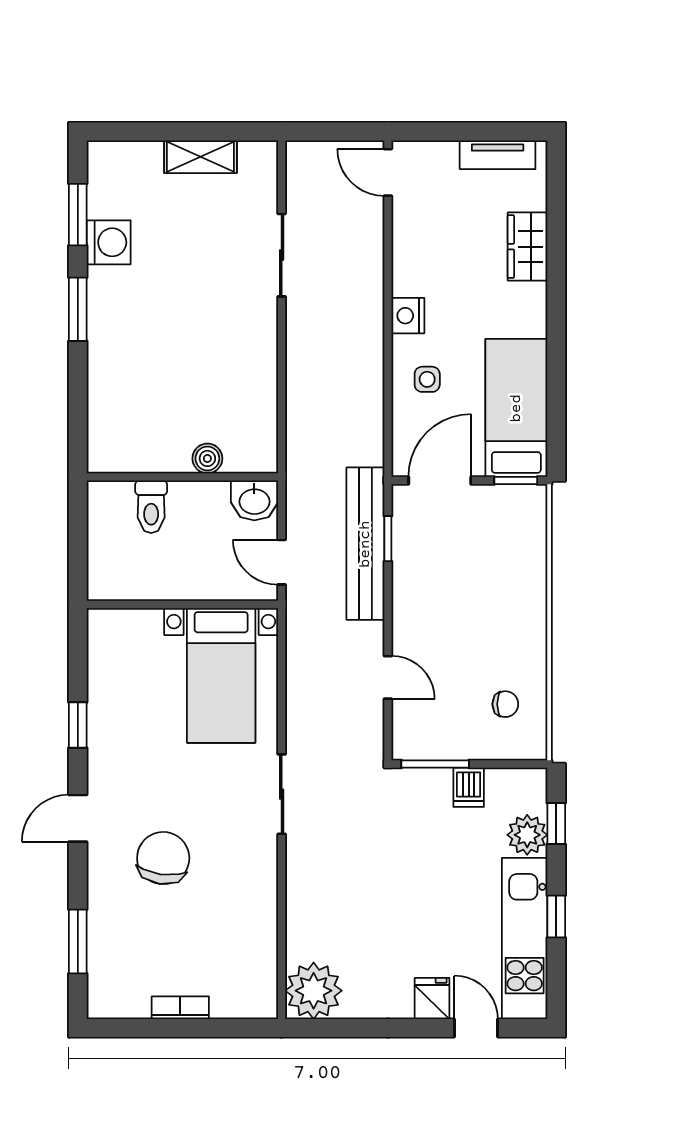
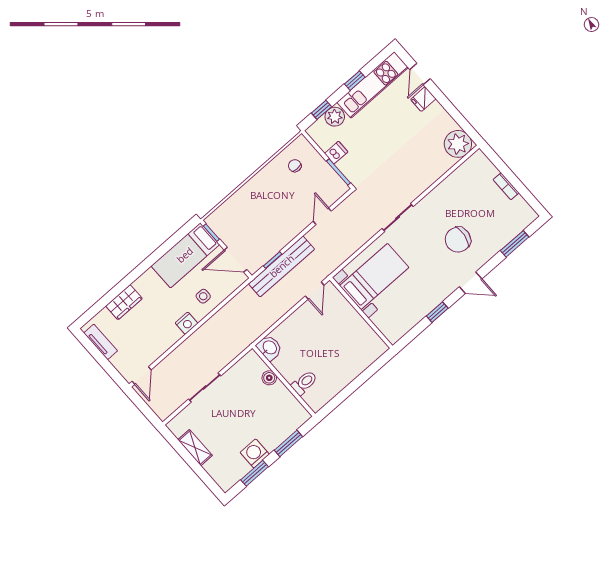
boiler: (207, 458) -> (269, 378), moved
wall: (182, 477) -> (284, 381), moved
washbasin: (254, 500) -> (269, 348), moved
toilet: (151, 507) -> (304, 383), moved

